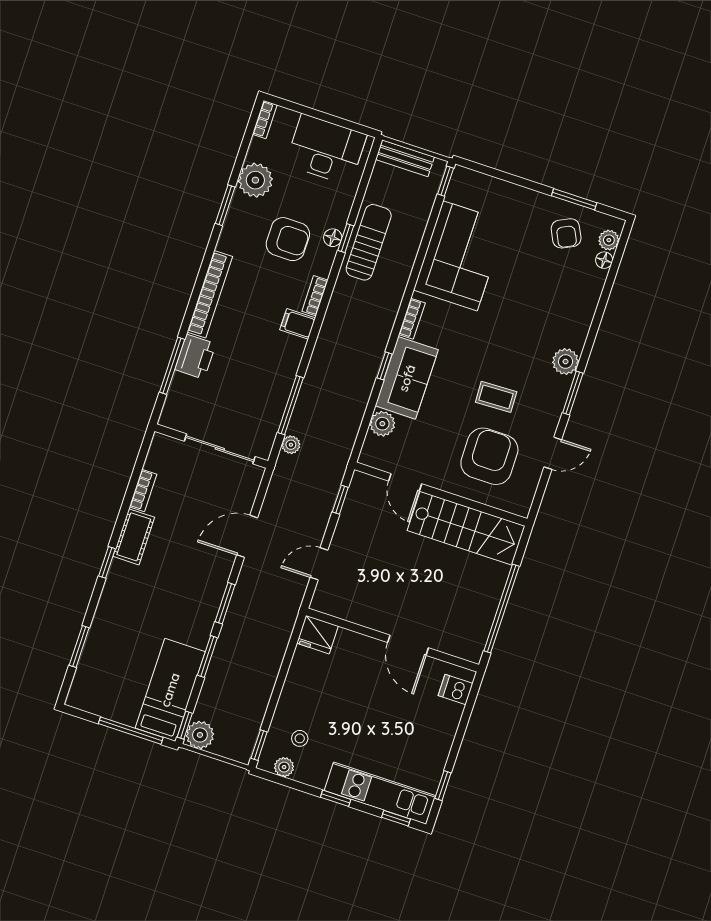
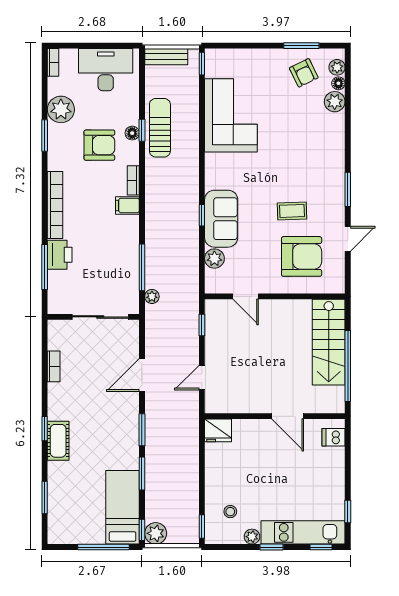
bookcase: (412, 319) -> (211, 174), removed
plant: (566, 362) -> (335, 102), moved
armchair: (489, 456) -> (302, 256), turned 90
stairs: (466, 528) -> (329, 342), moved, turned 90
cot: (134, 537) -> (58, 441), moved
plant: (284, 767) -> (252, 537), moved

